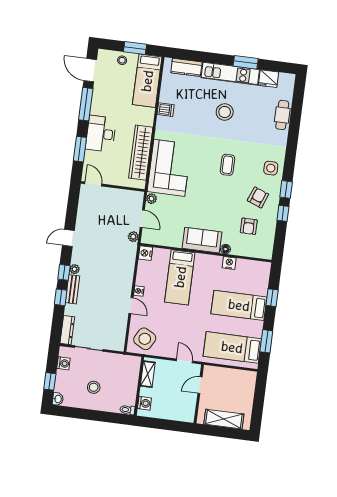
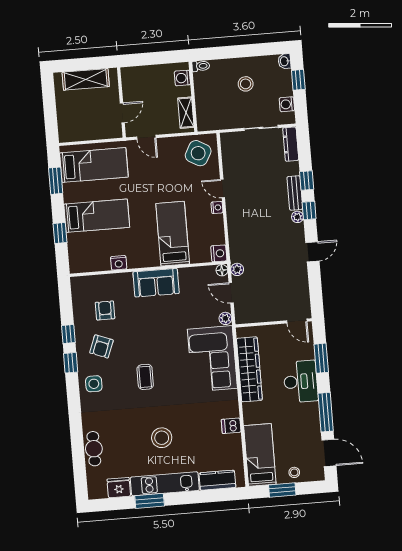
floor lamp: (225, 249) -> (222, 270), moved

